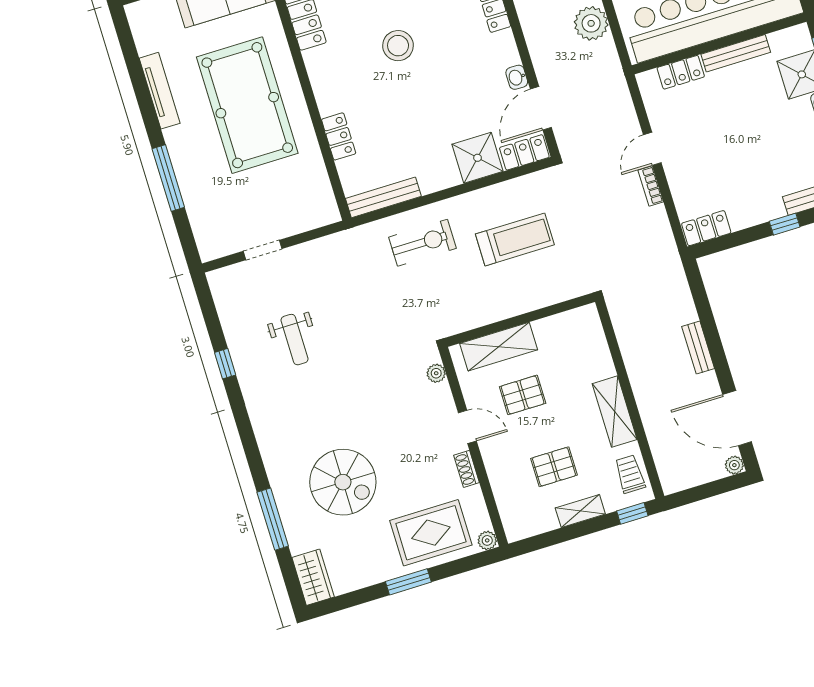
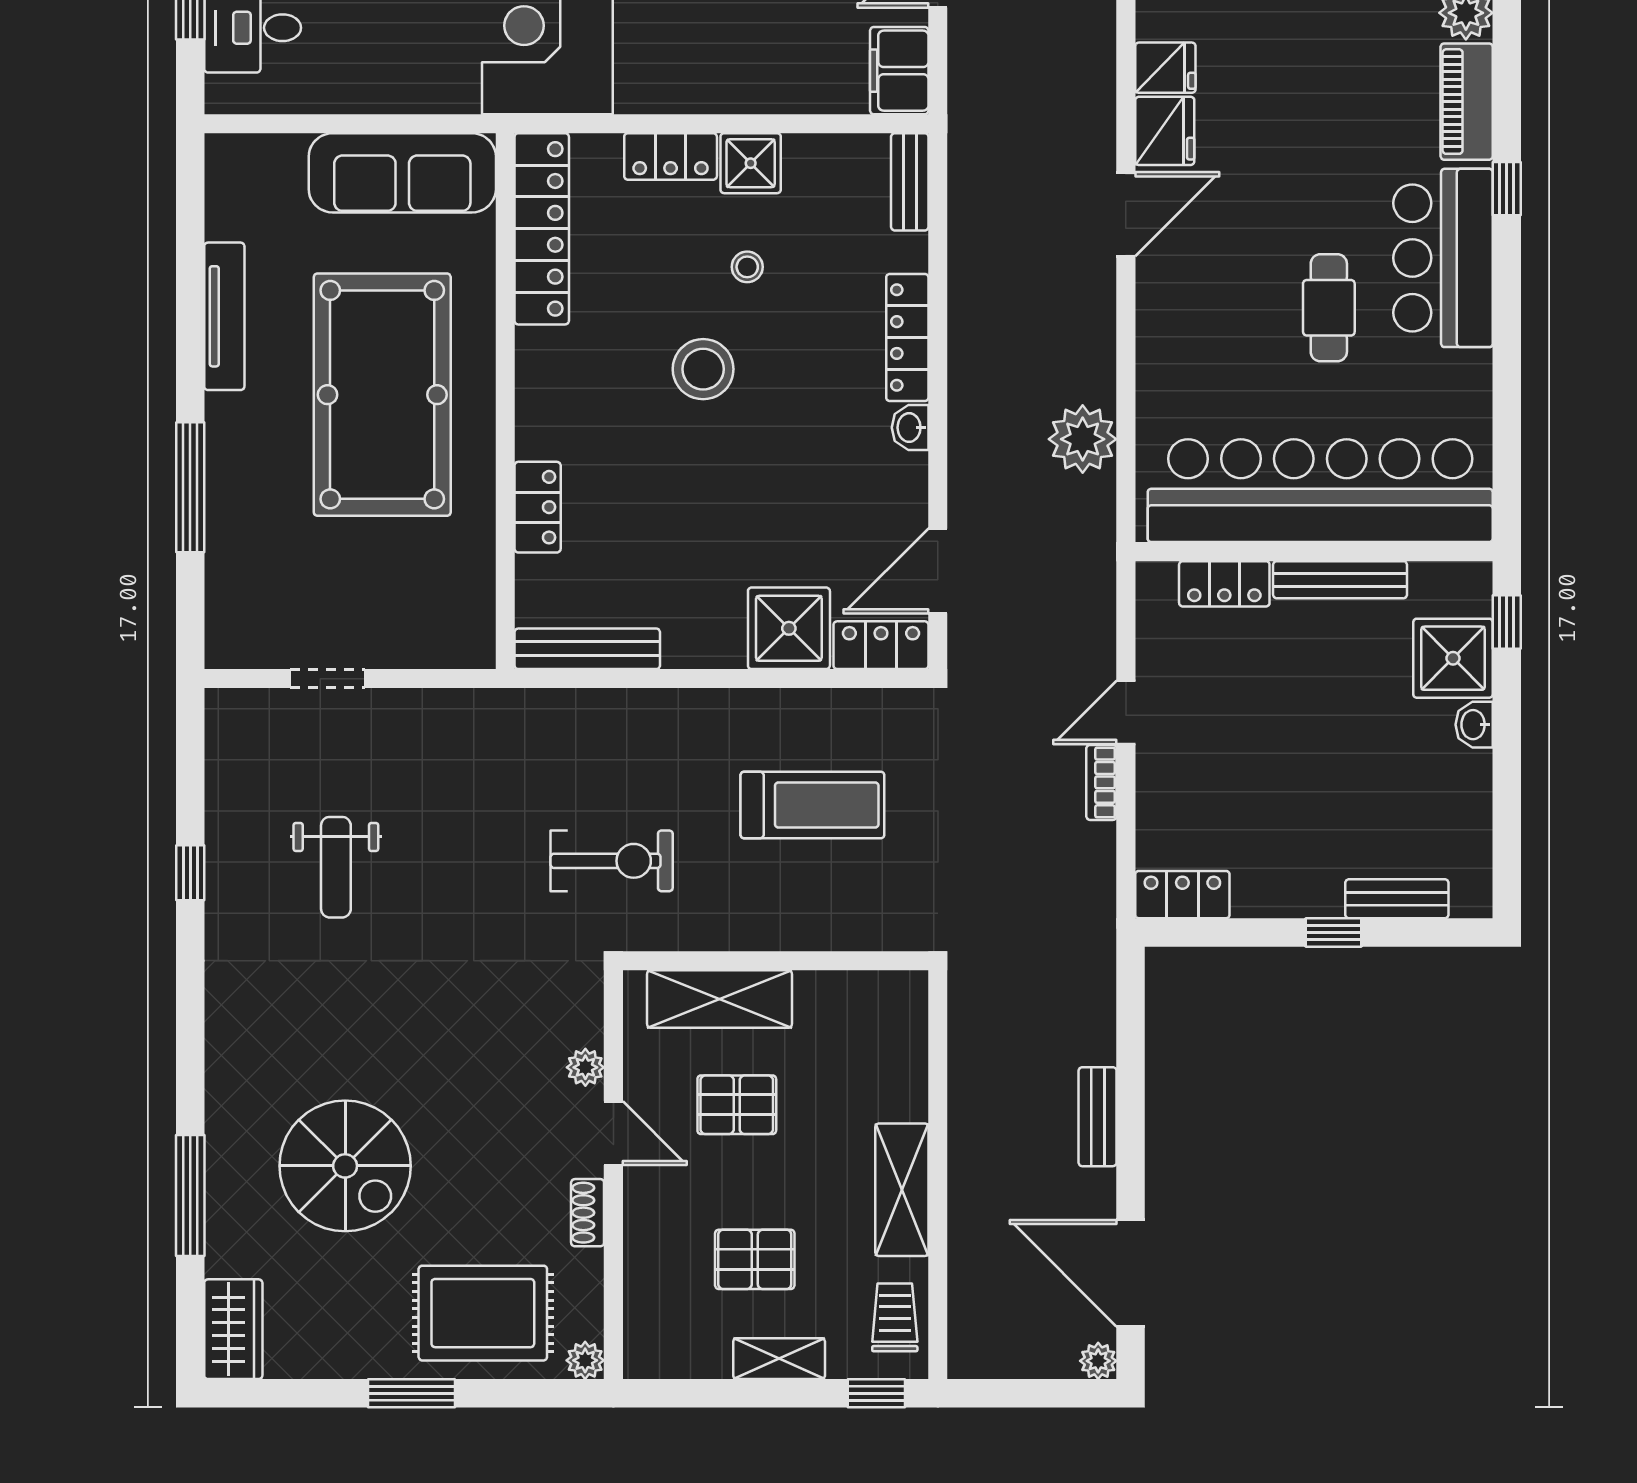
washbasin: (517, 77) -> (910, 428), moved
exercise bike: (423, 243) -> (612, 861), moved
plant: (436, 373) -> (585, 1067), moved

